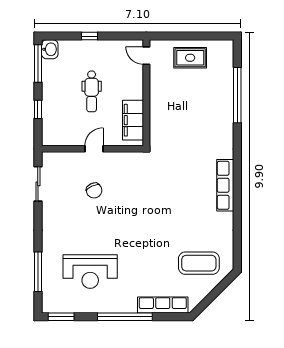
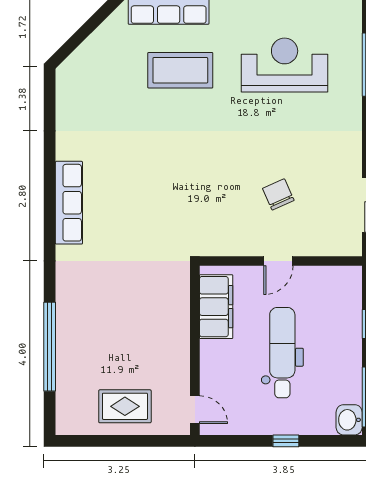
dental chair: (92, 91) -> (282, 353), width x1.36, depth x1.38
coffee table: (199, 263) -> (180, 70), moved

